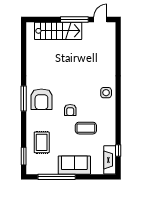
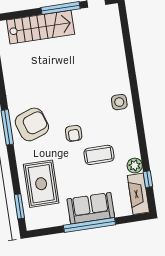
armchair: (41, 99) -> (32, 124), turned -109
plant: (110, 139) -> (135, 165), added
rug: (42, 142) -> (41, 184), width x1.36, depth x1.43
window: (57, 177) -> (89, 225), moved

